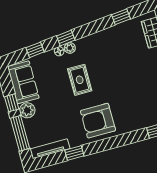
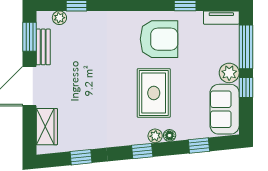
window: (66, 38) -> (142, 151), moved
rug: (80, 80) -> (154, 93), width x1.36, depth x1.43
armchair: (98, 121) -> (159, 39), moved
tv unit: (50, 149) -> (221, 18), width x0.71

